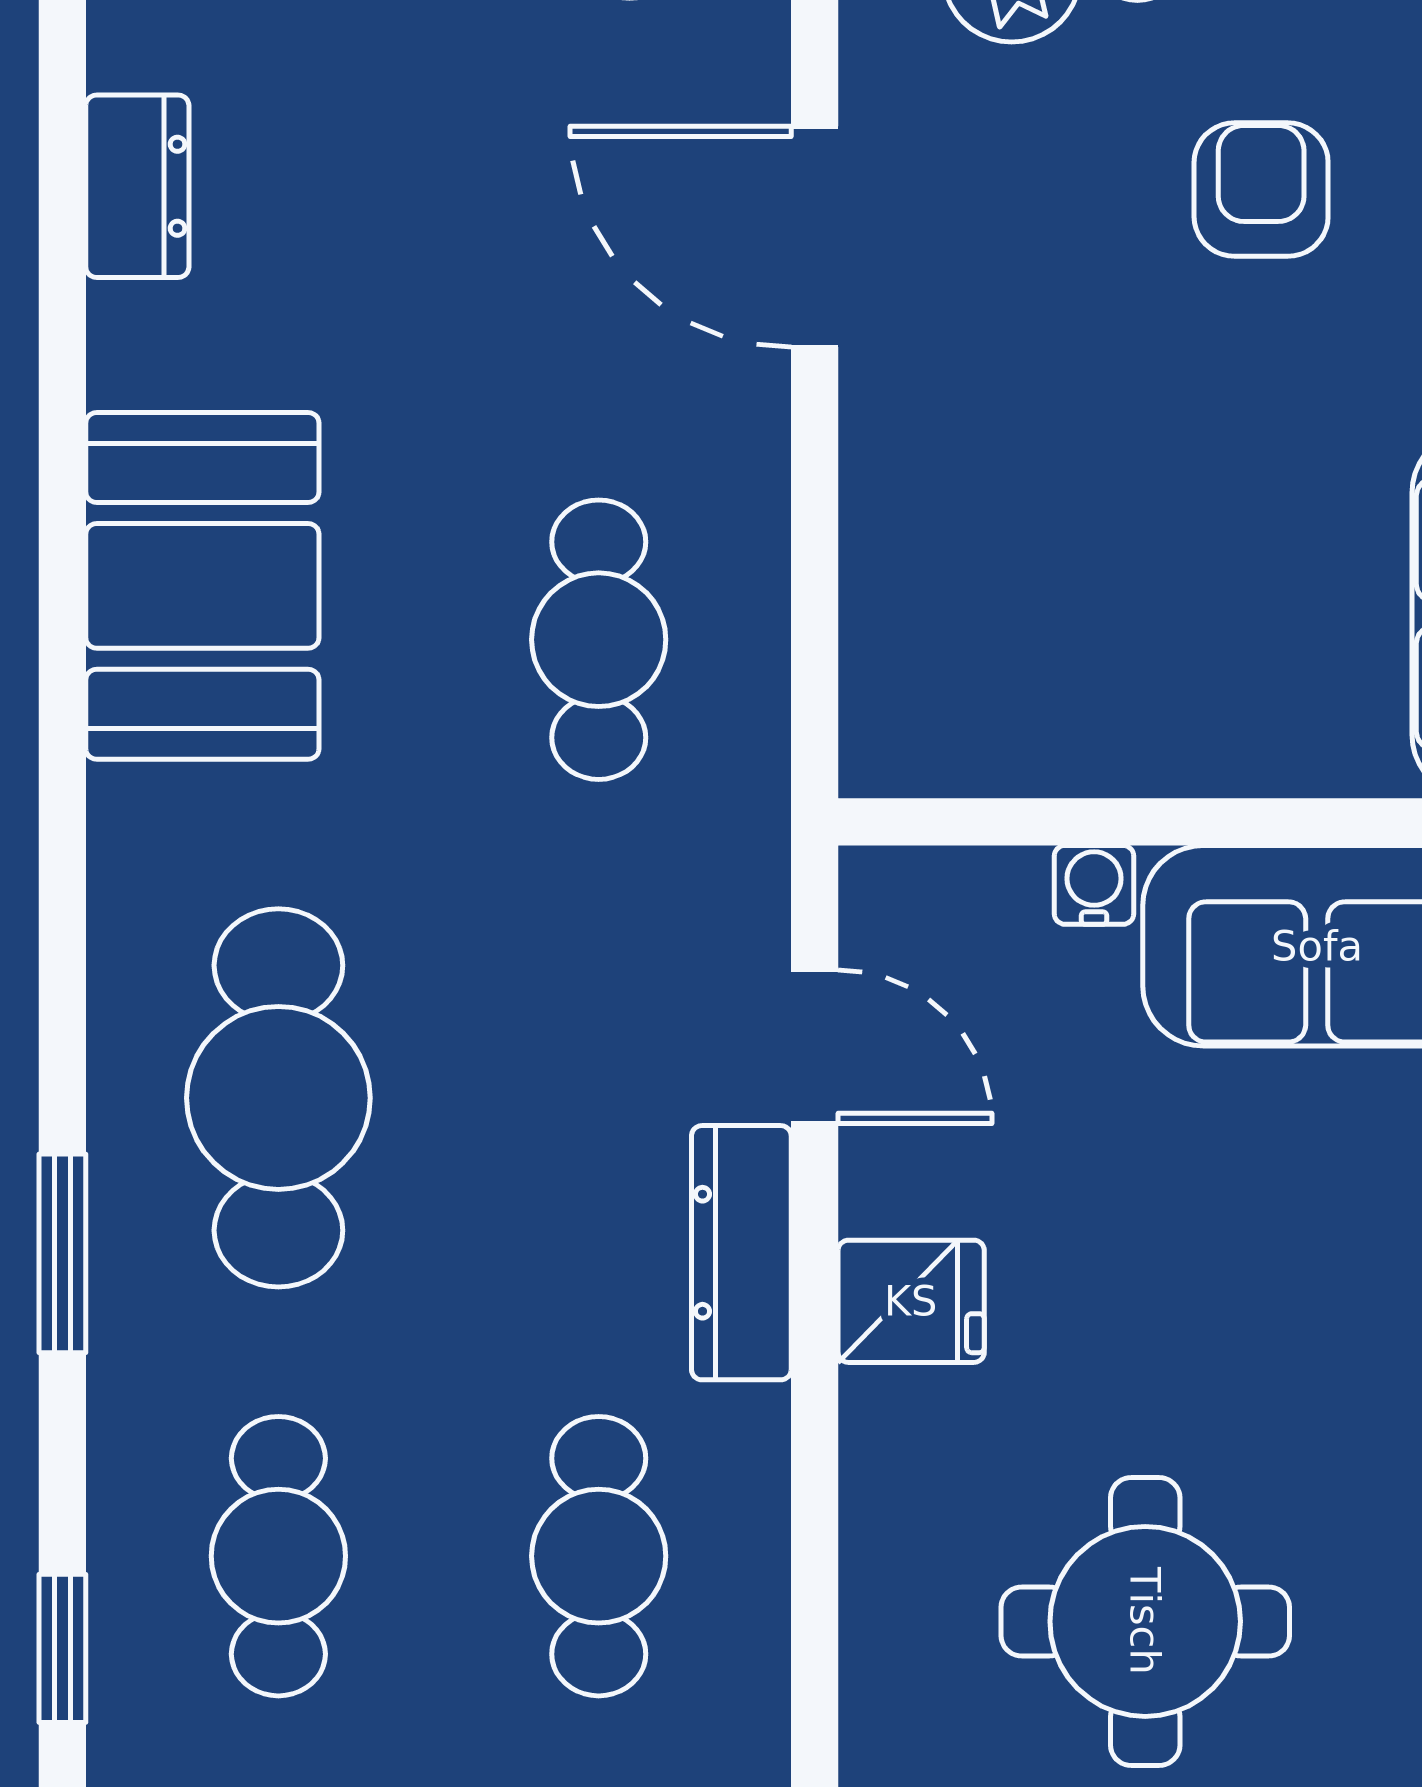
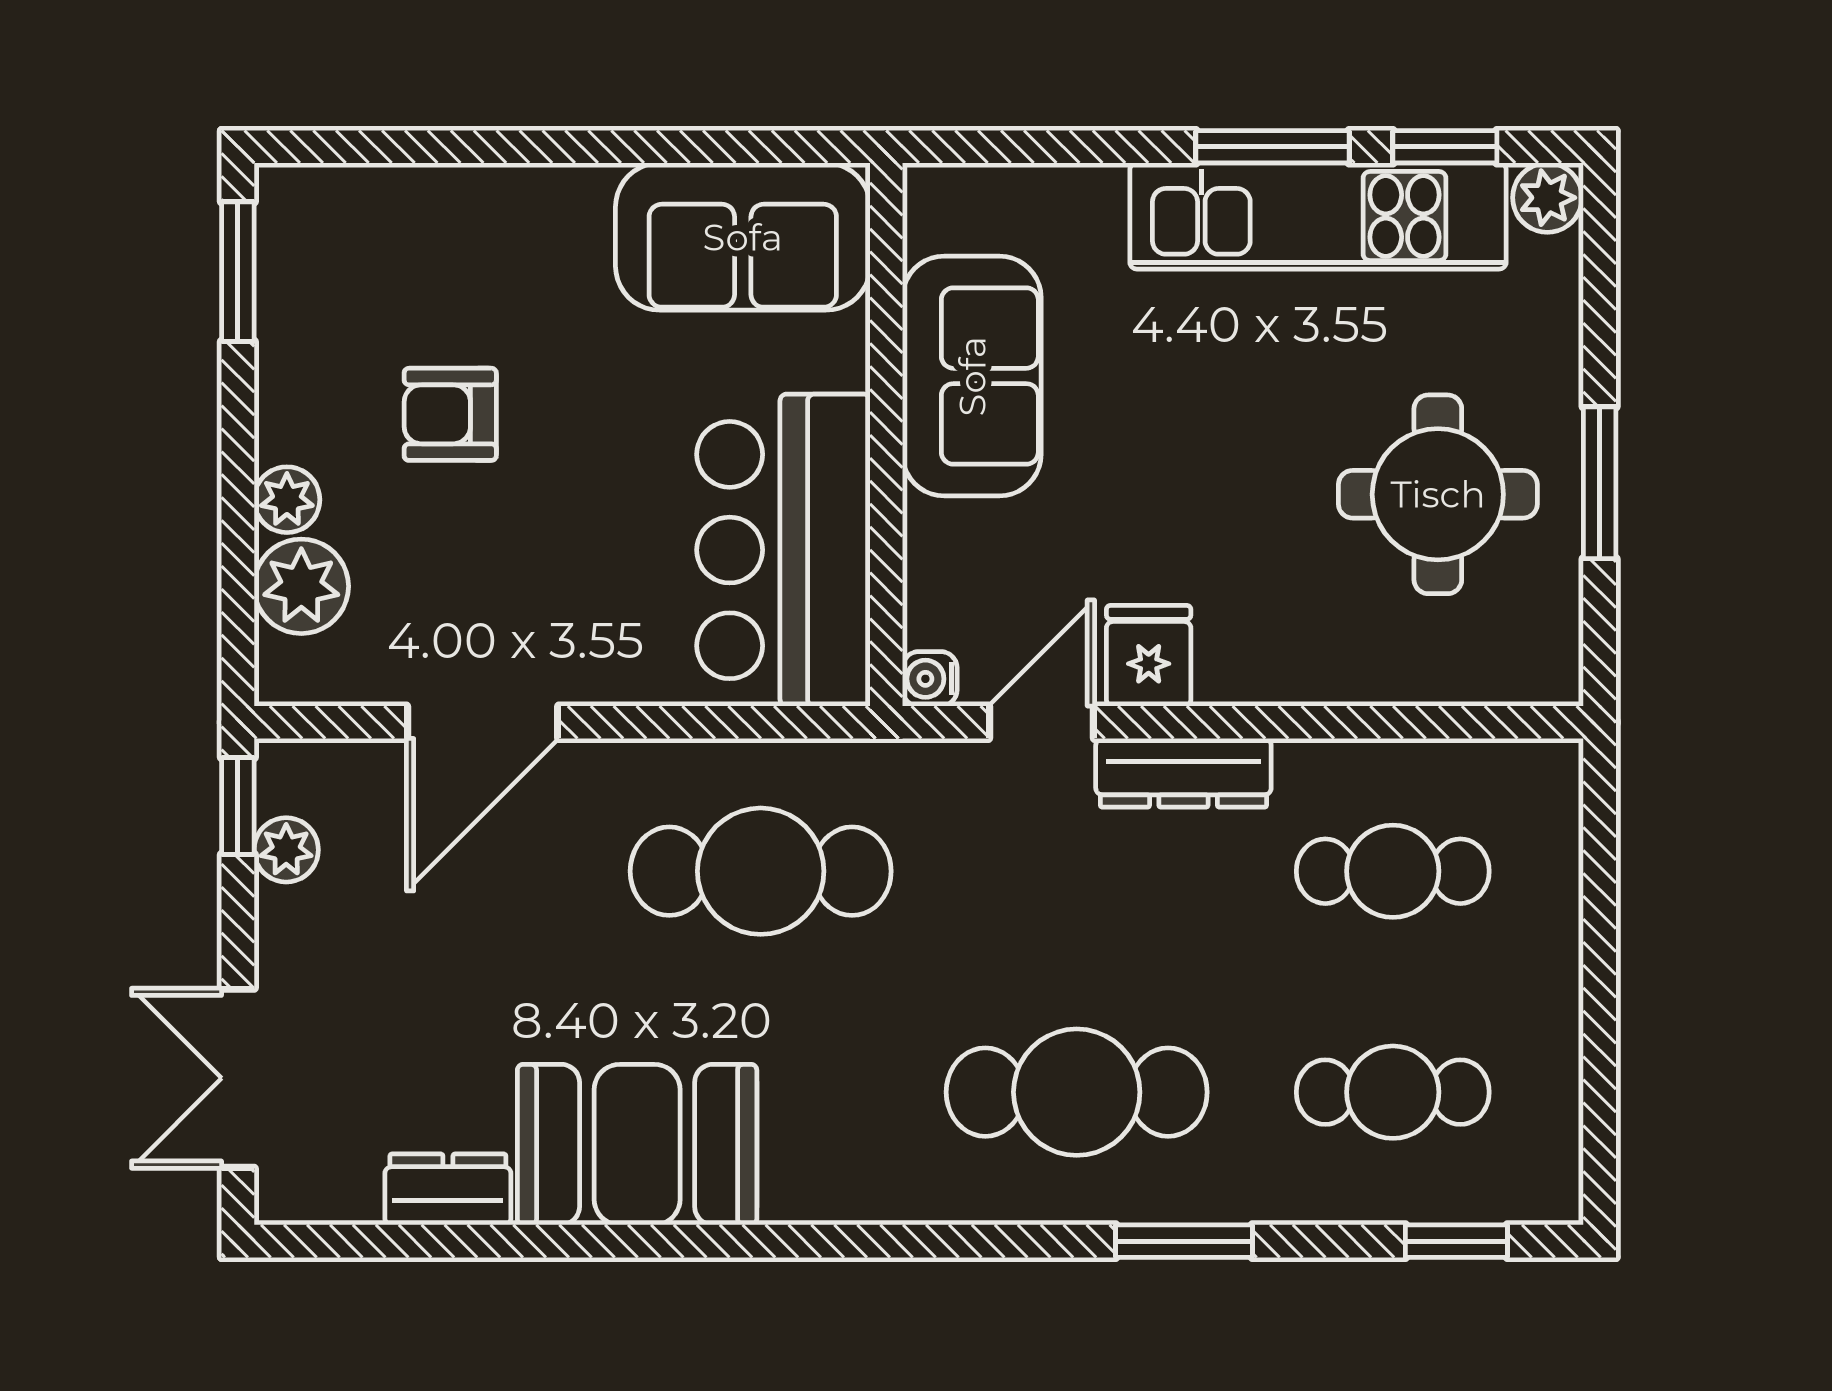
booth: (202, 586) -> (637, 1145), moved
cafe table: (599, 640) -> (761, 871), width x1.37, depth x1.35
bar counter: (1064, 673) -> (783, 550), added
water cooler: (1094, 885) -> (930, 679), moved
fridge: (911, 1301) -> (1149, 656), moved

